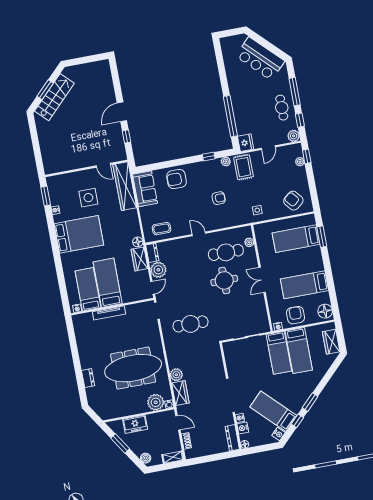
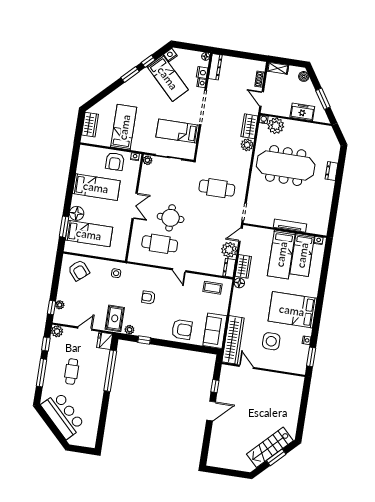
cafe table: (282, 108) -> (72, 372), moved
plant: (249, 242) -> (147, 160), moved
floor lamp: (325, 311) -> (77, 213), moved
bed: (279, 353) -> (177, 131), moved, turned -90

